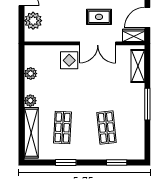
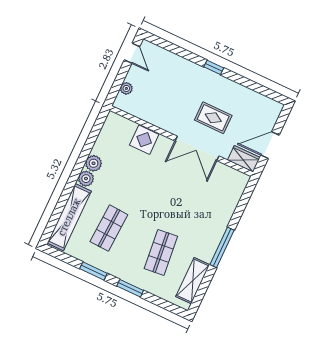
plant: (33, 21) -> (126, 88), width x0.53, depth x0.53
display table: (69, 60) -> (144, 140), moved
shelving: (138, 66) -> (193, 281), moved
plant: (31, 74) -> (94, 163), moved
window: (117, 162) -> (130, 288), moved

